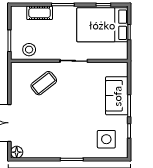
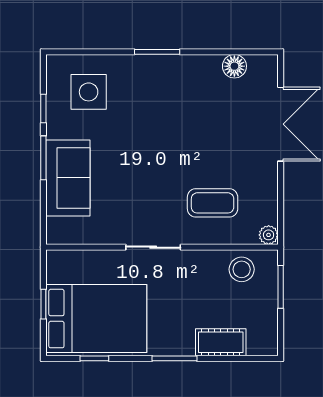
plant: (15, 67) -> (269, 235), added
coffee table: (44, 83) -> (213, 203), turned 38
floor lamp: (17, 152) -> (234, 66), moved

